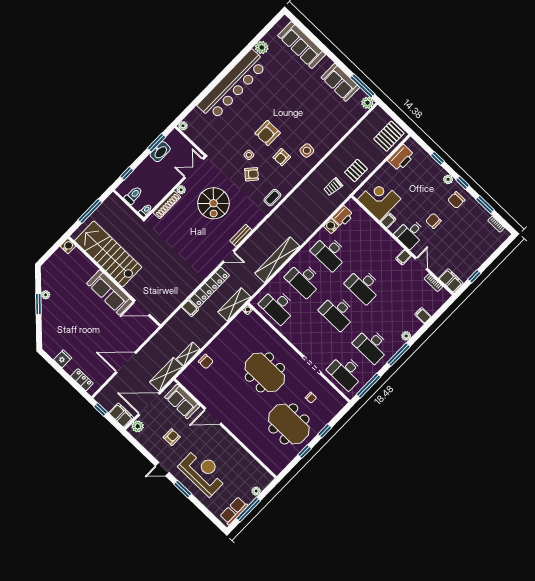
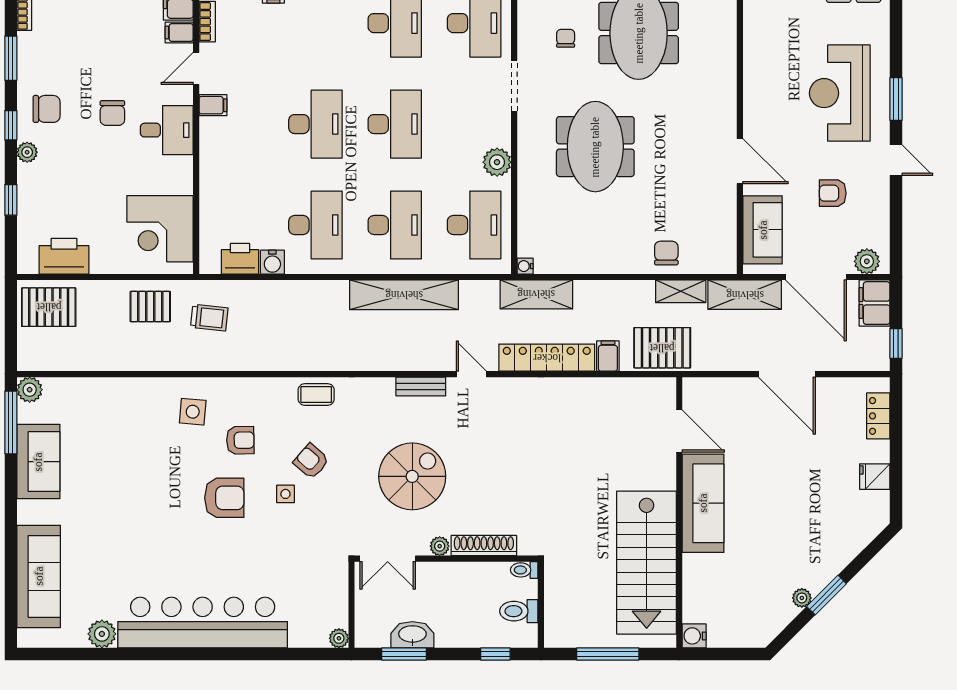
filing cabinet: (388, 220) -> (179, 33), moved
pallet: (175, 329) -> (662, 348), added
plant: (292, 334) -> (497, 162), added

